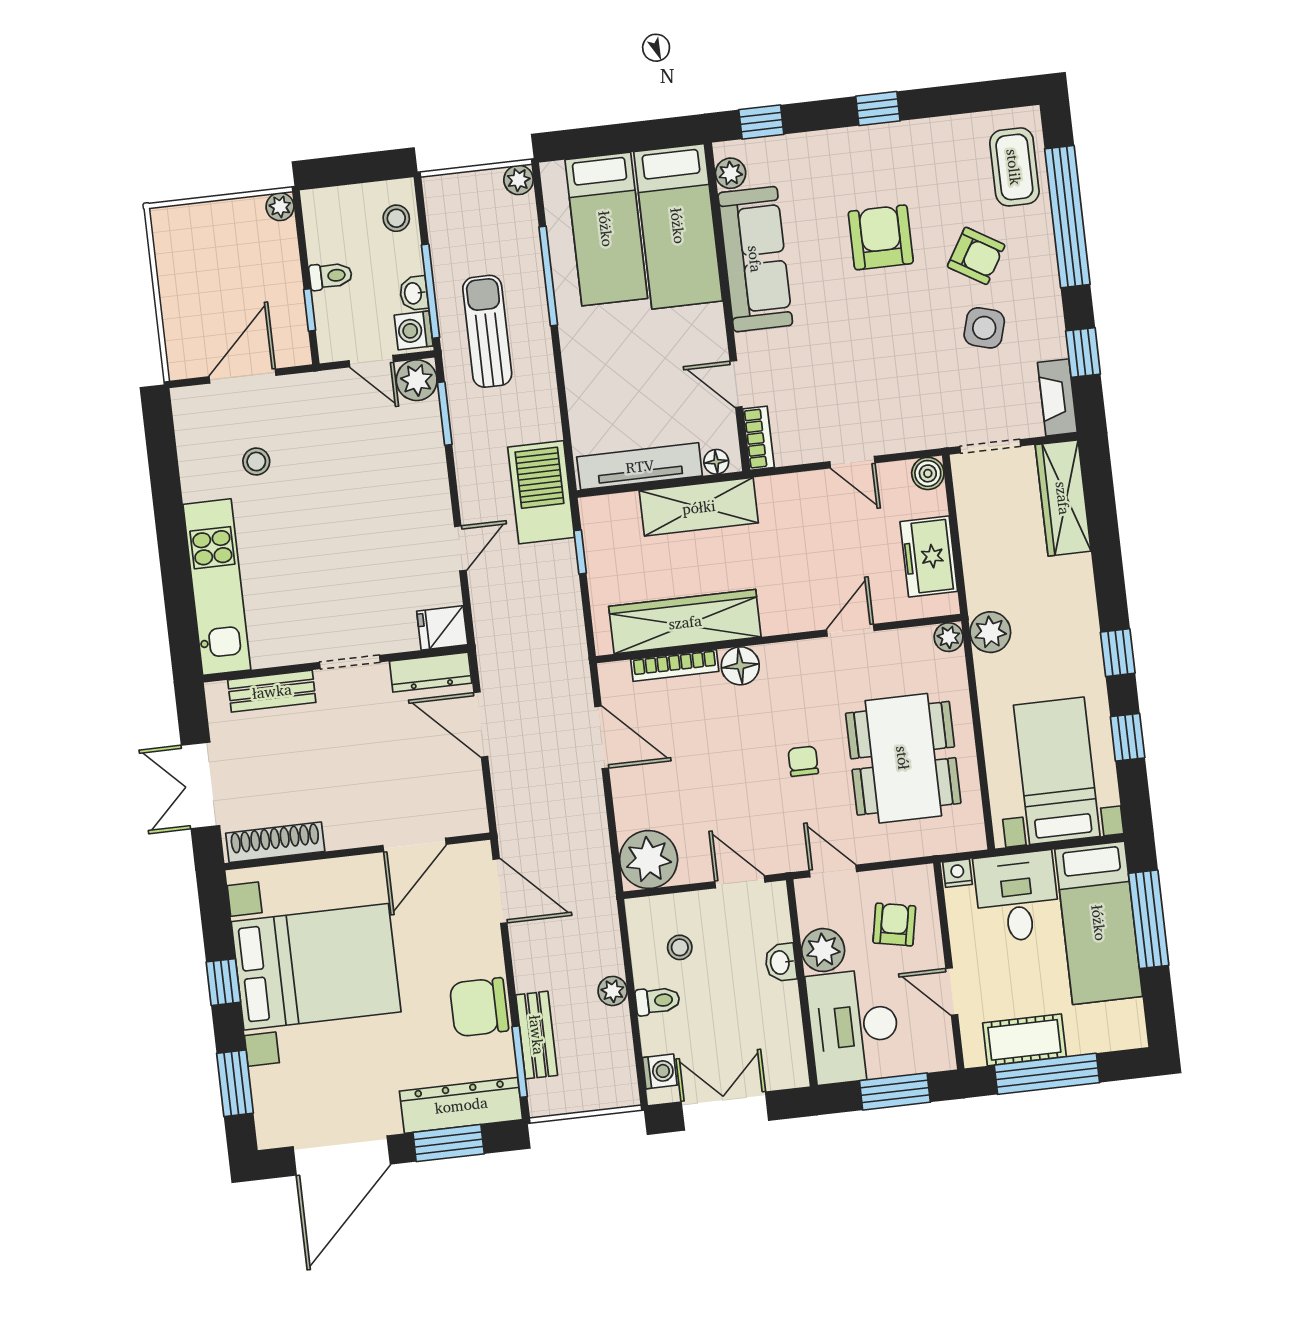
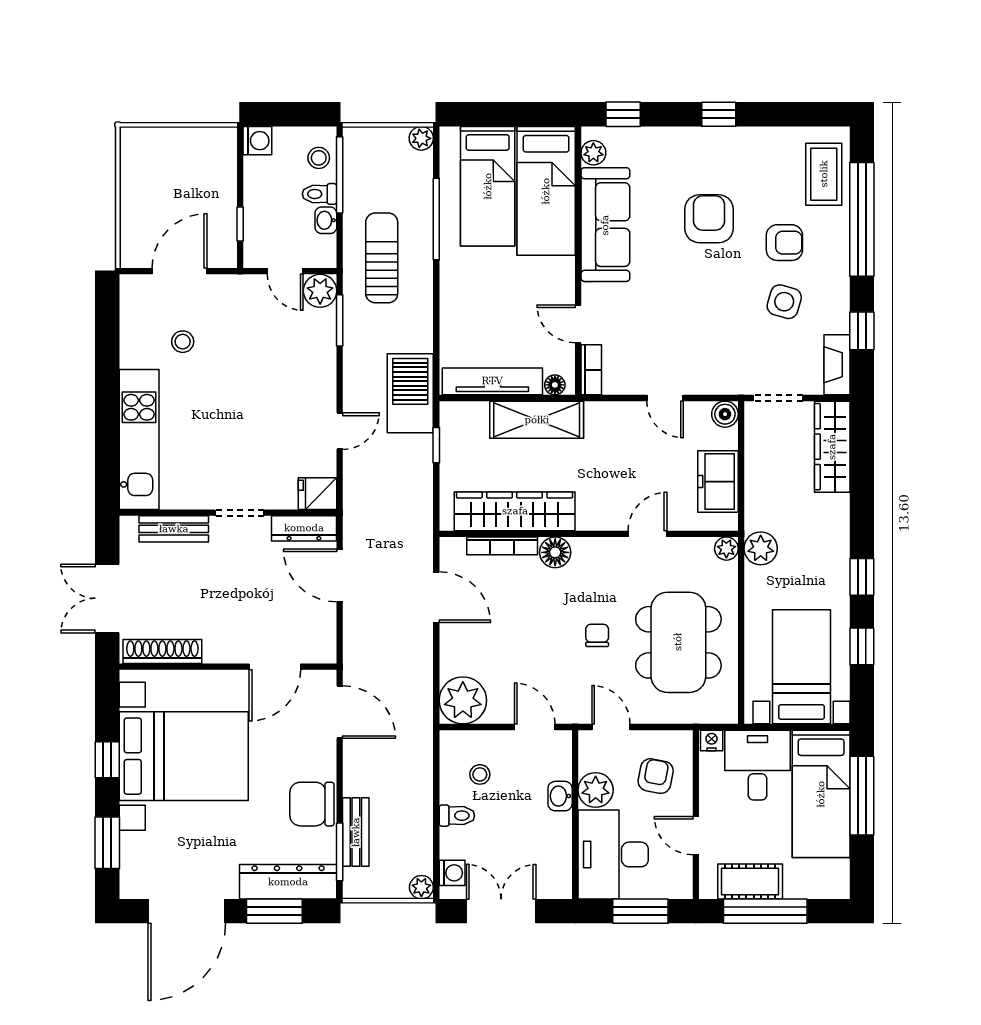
plant: (280, 207) -> (226, 138), removed
armchair: (976, 256) -> (784, 243), turned -31
toilet: (331, 276) -> (320, 194), moved, turned 180
window: (431, 291) -> (340, 175), moved
washing machine: (414, 330) -> (257, 141), moved, turned 180
plant: (613, 991) -> (421, 887), moved

